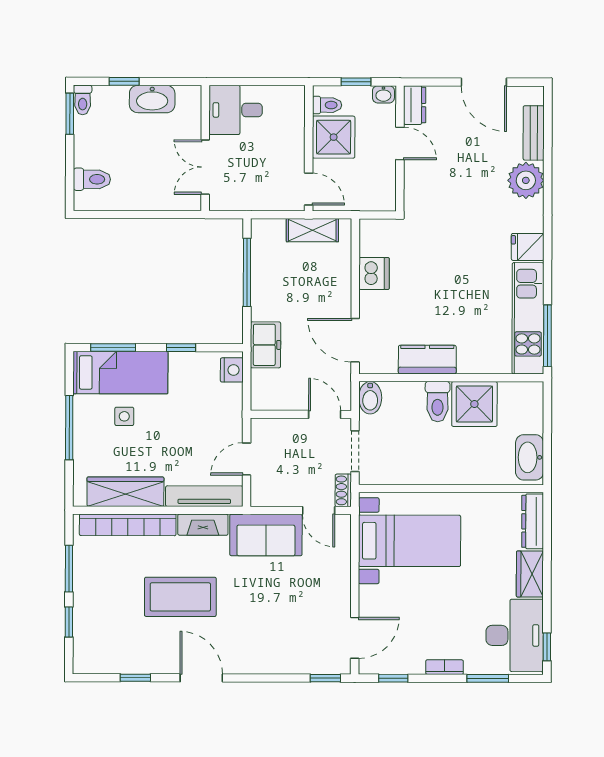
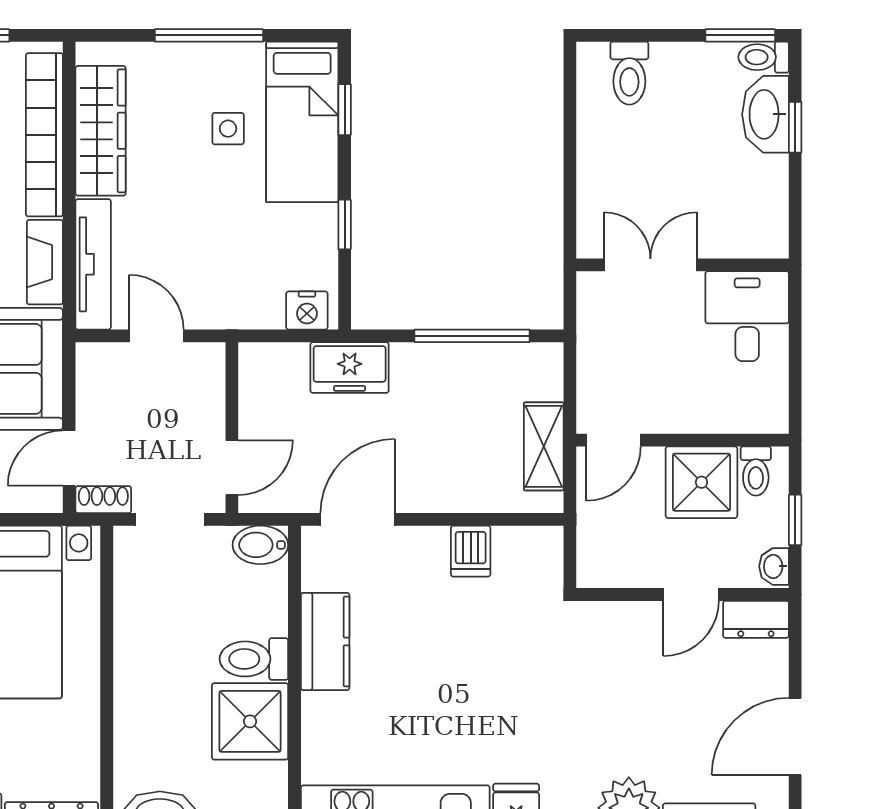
washbasin: (152, 99) -> (765, 114), moved
dishwasher: (374, 273) -> (471, 551), width x0.73
window: (113, 348) -> (345, 110), width x0.67

